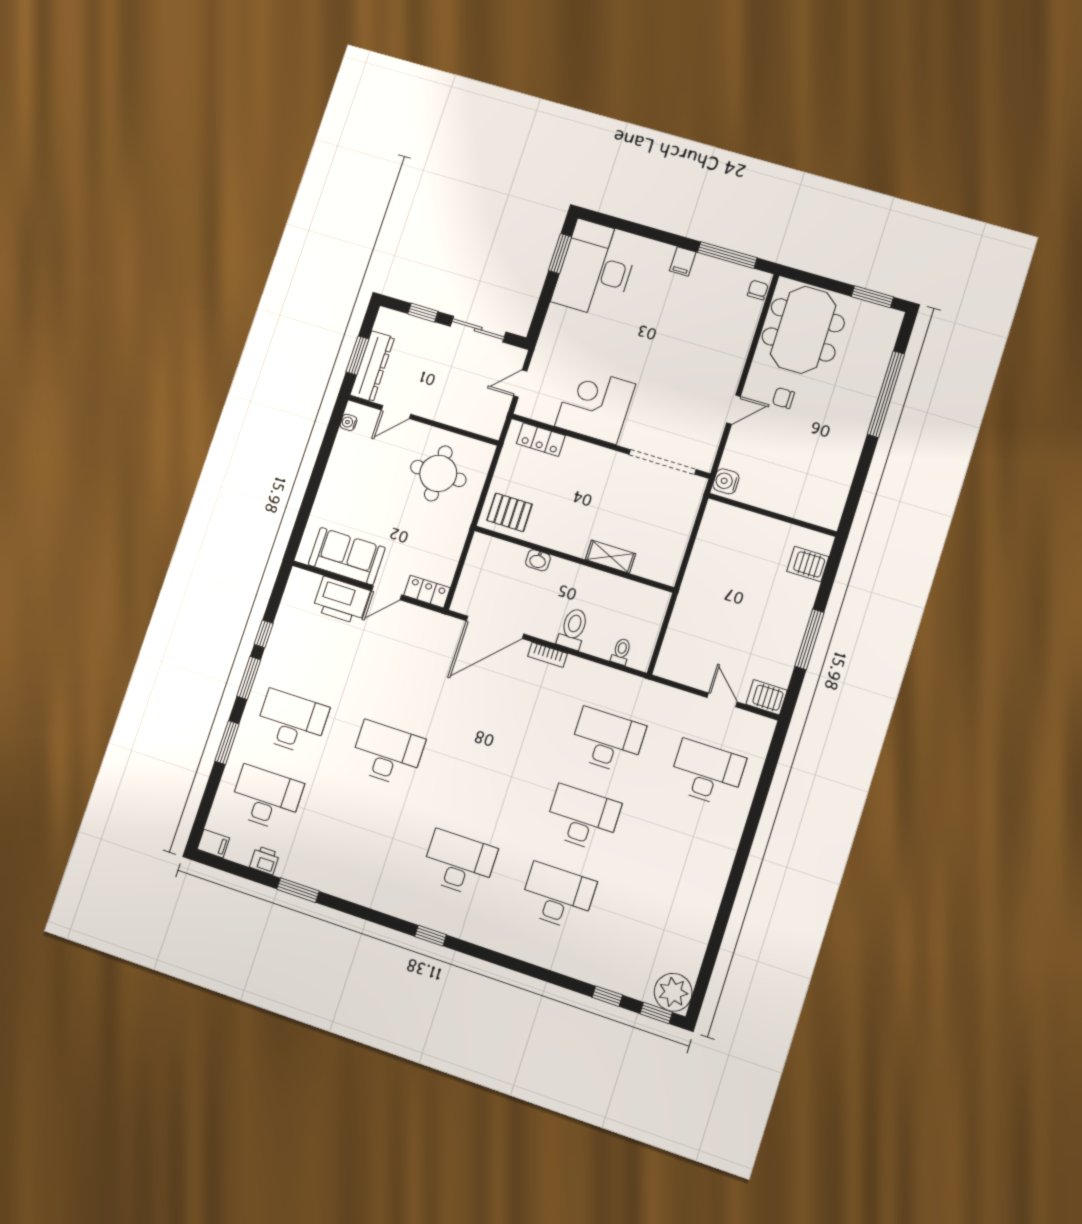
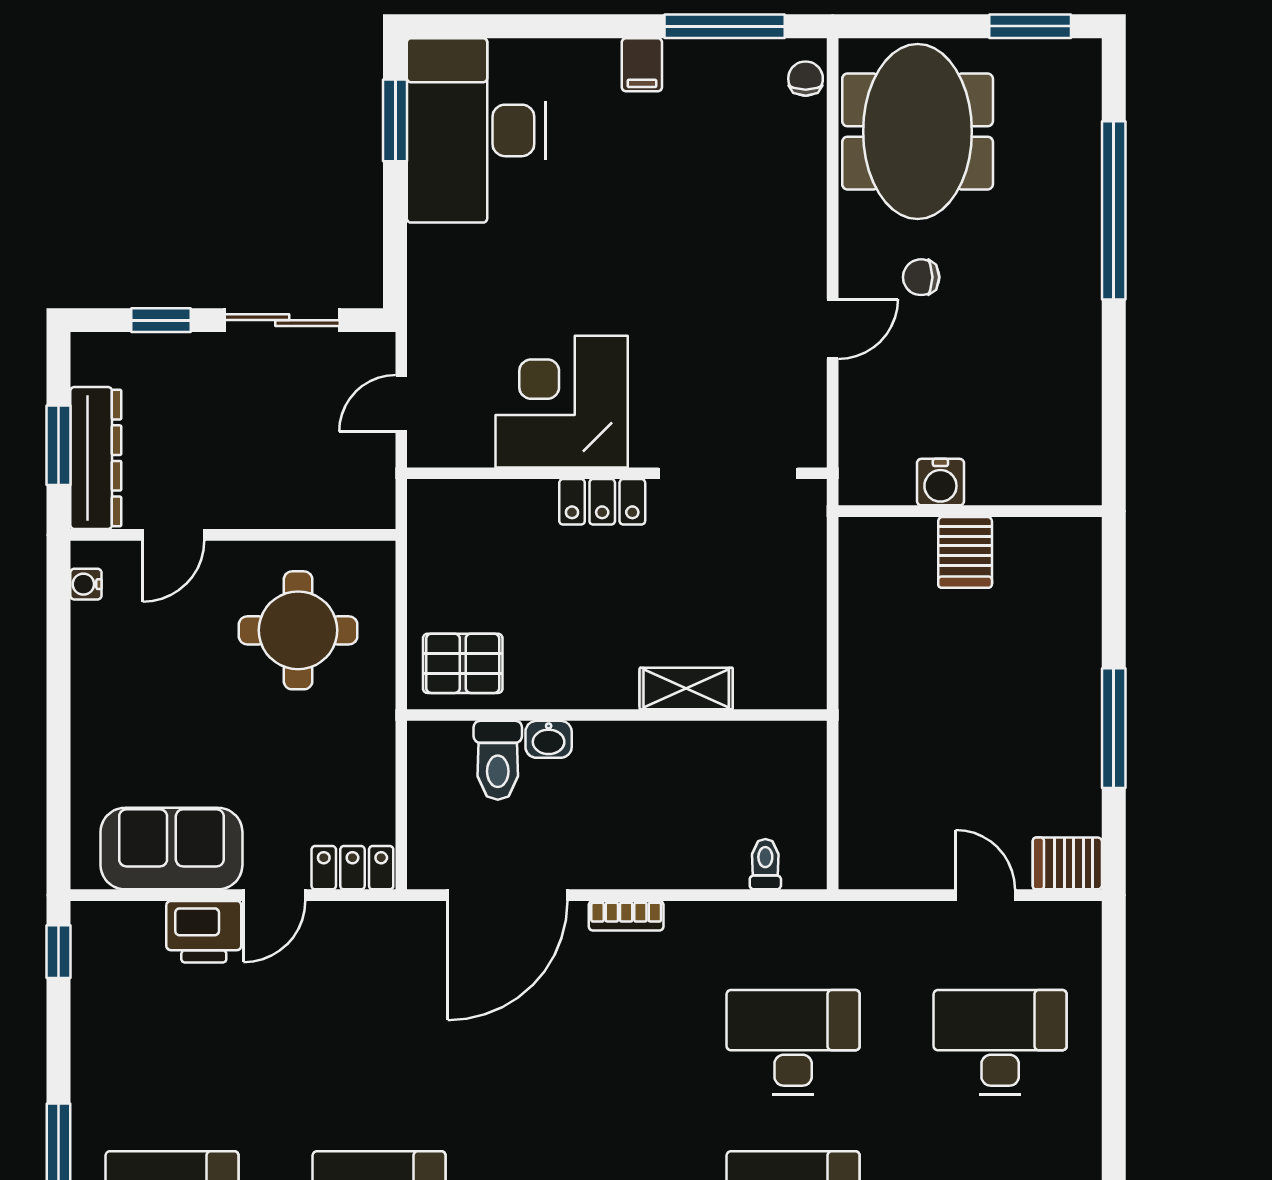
locker: (541, 440) -> (602, 502), moved
water cooler: (726, 481) -> (940, 482), moved, turned -90
server rack: (808, 564) -> (965, 552), moved, turned -90
printer: (341, 600) -> (204, 932), width x0.73, depth x0.84
toilet: (573, 629) -> (498, 760), moved, turned 180
window: (264, 634) -> (58, 952), moved

